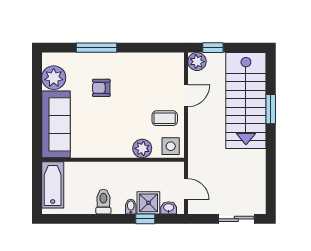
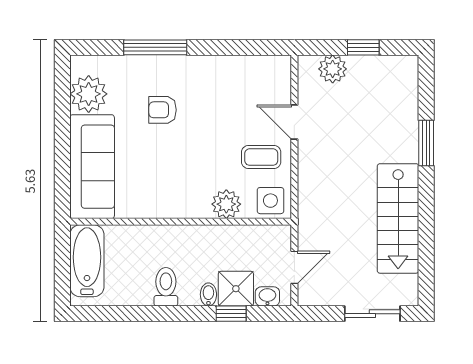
window: (213, 48) -> (363, 47), moved
plant: (197, 62) -> (333, 69), moved
door: (186, 96) -> (294, 122), swing flipped
stairs: (246, 101) -> (398, 218), moved, width x0.73, depth x0.66
door: (186, 189) -> (294, 267), hinge flipped

